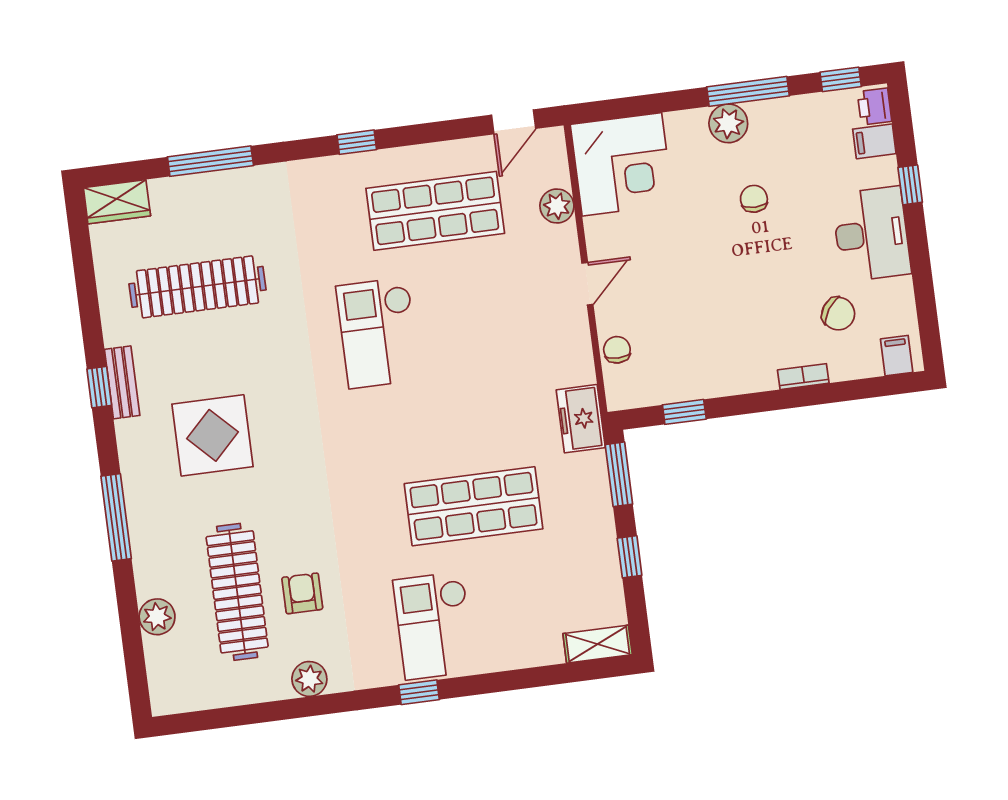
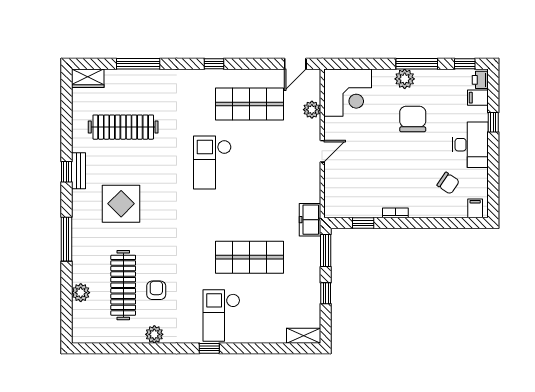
chair: (754, 199) -> (413, 119), width x1.87, depth x1.87
chair: (617, 350) -> (333, 187), removed
bookcase: (803, 377) -> (395, 213), moved

